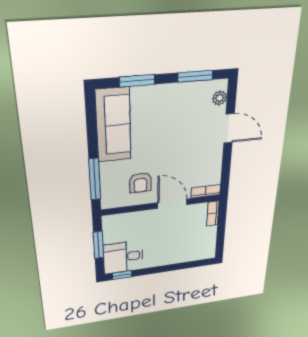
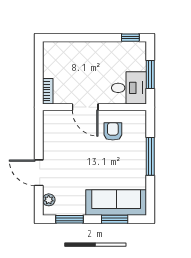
sofa: (113, 125) -> (116, 203), moved, turned 90
window: (95, 179) -> (150, 156), moved
bookcase: (206, 191) -> (56, 115), removed
desk: (123, 257) -> (129, 88), moved

